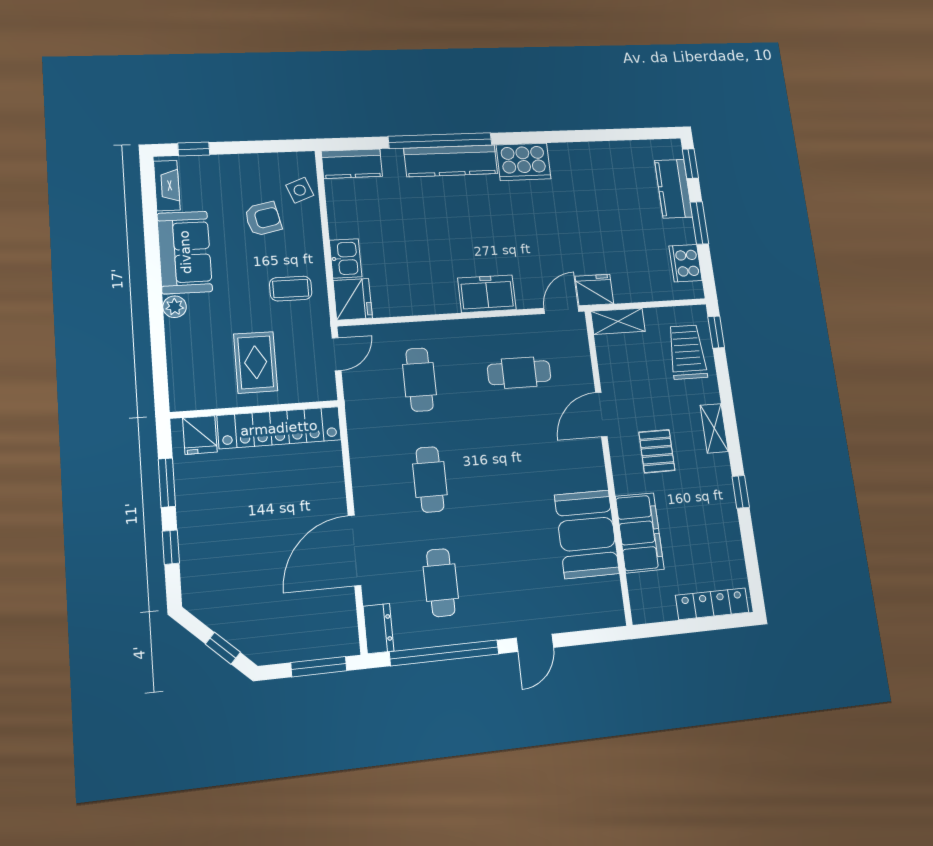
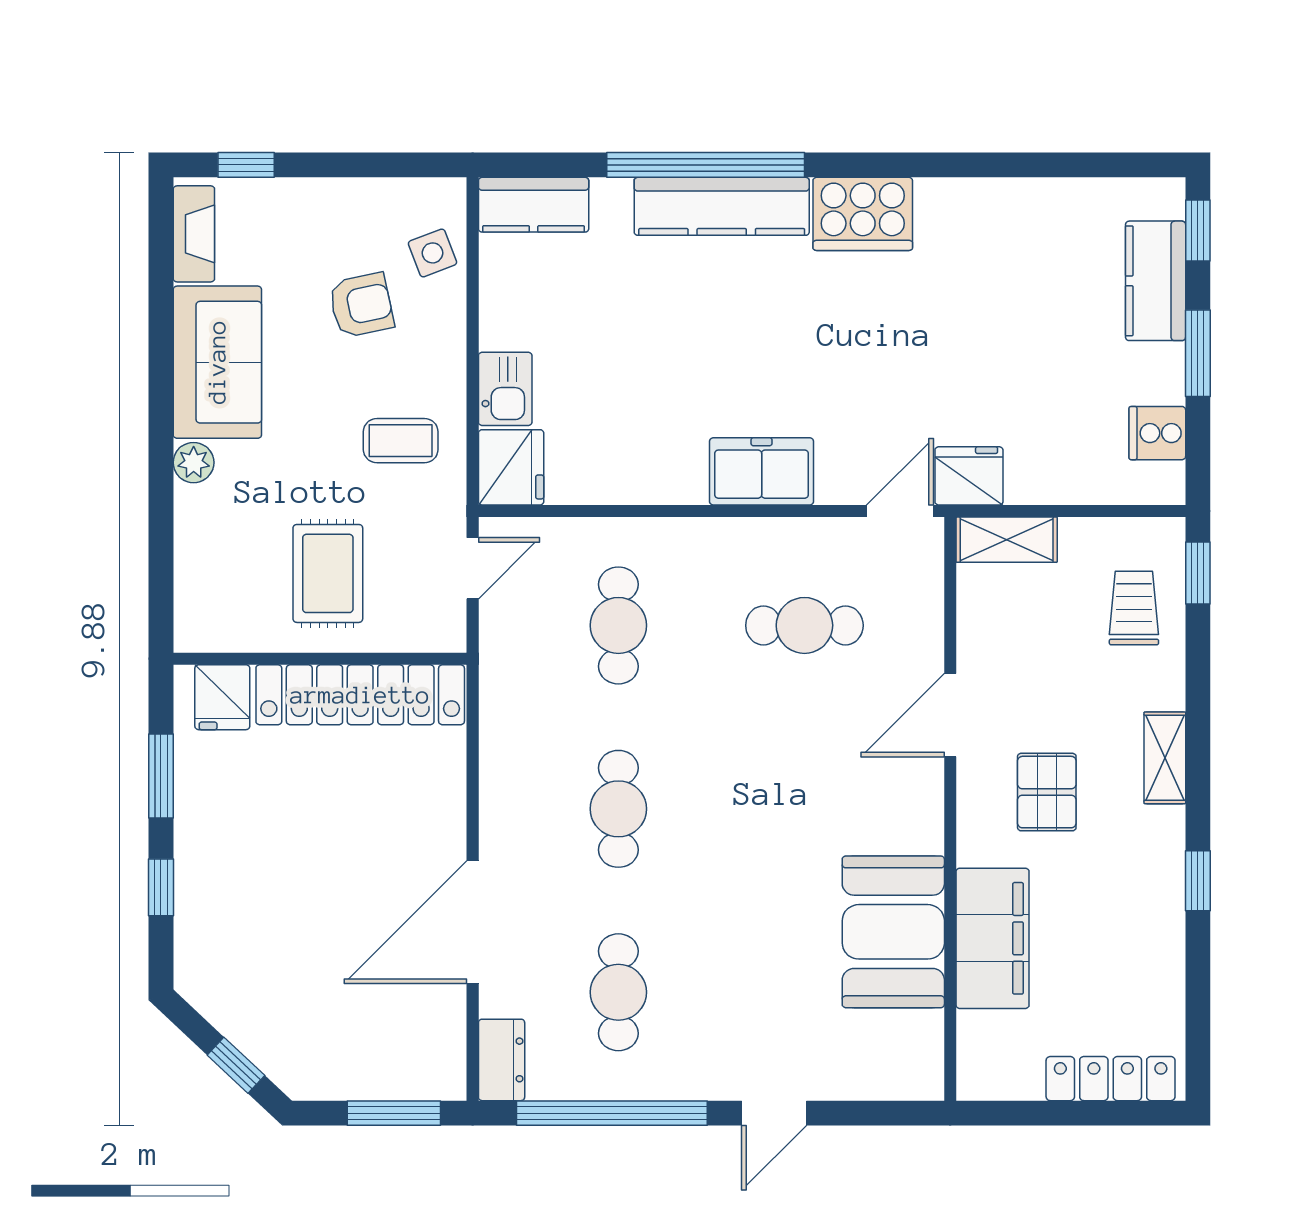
cooker: (686, 263) -> (1157, 433), width x0.73
trolley: (687, 352) -> (1134, 608), width x0.73, depth x0.72

